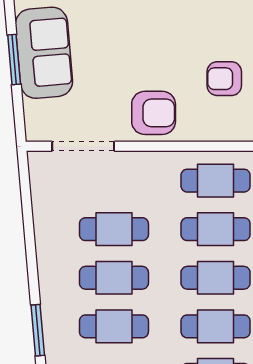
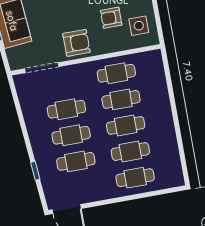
window: (38, 330) -> (35, 171), width x0.67

